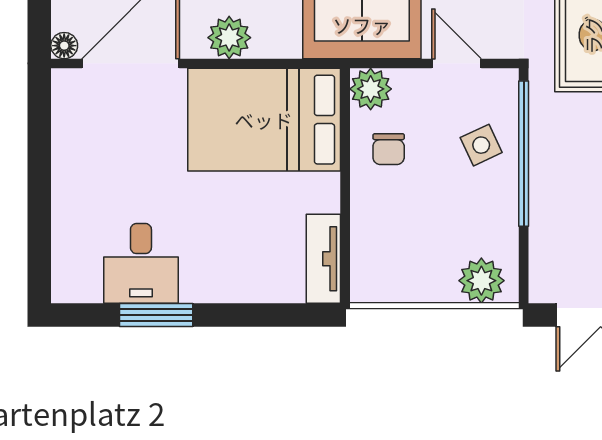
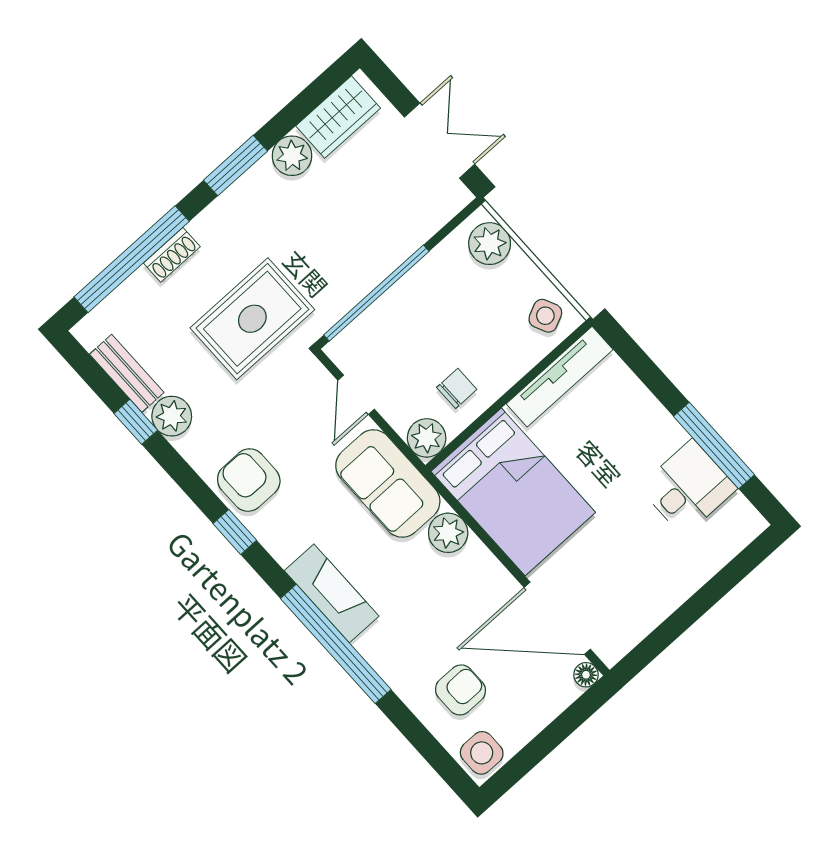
plant: (229, 38) -> (448, 533), moved
side table: (481, 145) -> (545, 316), moved
tv unit: (323, 259) -> (560, 377), width x1.41
window: (156, 315) -> (714, 445), width x1.44

